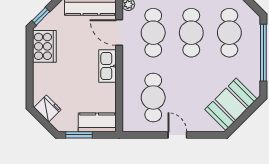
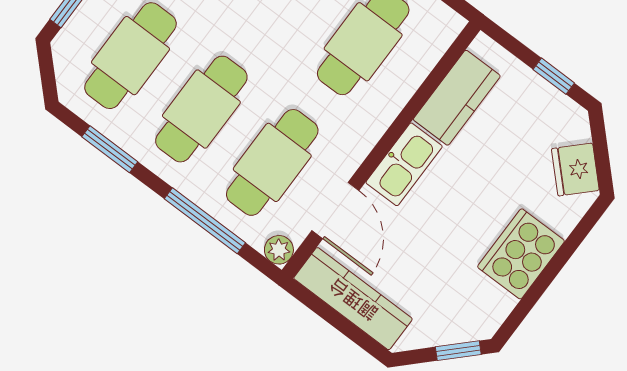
cooker: (44, 46) -> (521, 254), moved
kitchen counter: (97, 122) -> (457, 98), moved, turned -90
window: (79, 135) -> (554, 76), width x0.67

